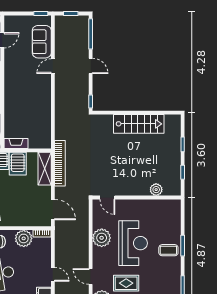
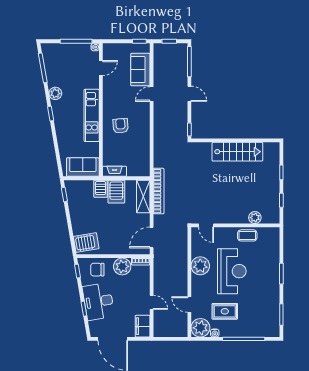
armchair: (22, 98) -> (121, 126), added
door: (53, 210) -> (152, 238), swing flipped
coffee table: (168, 250) -> (247, 235), moved

